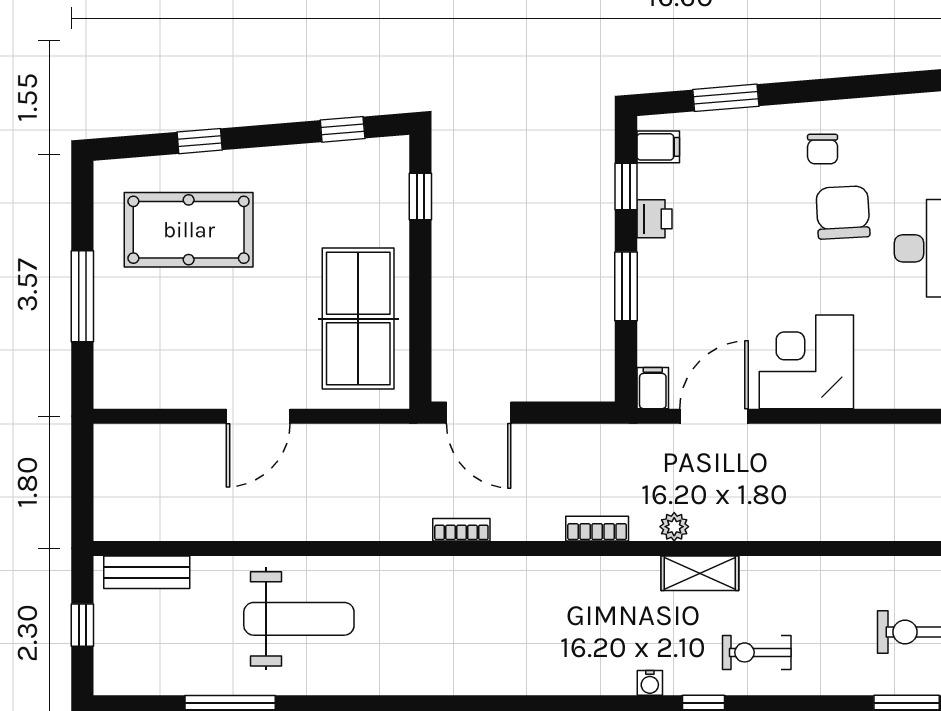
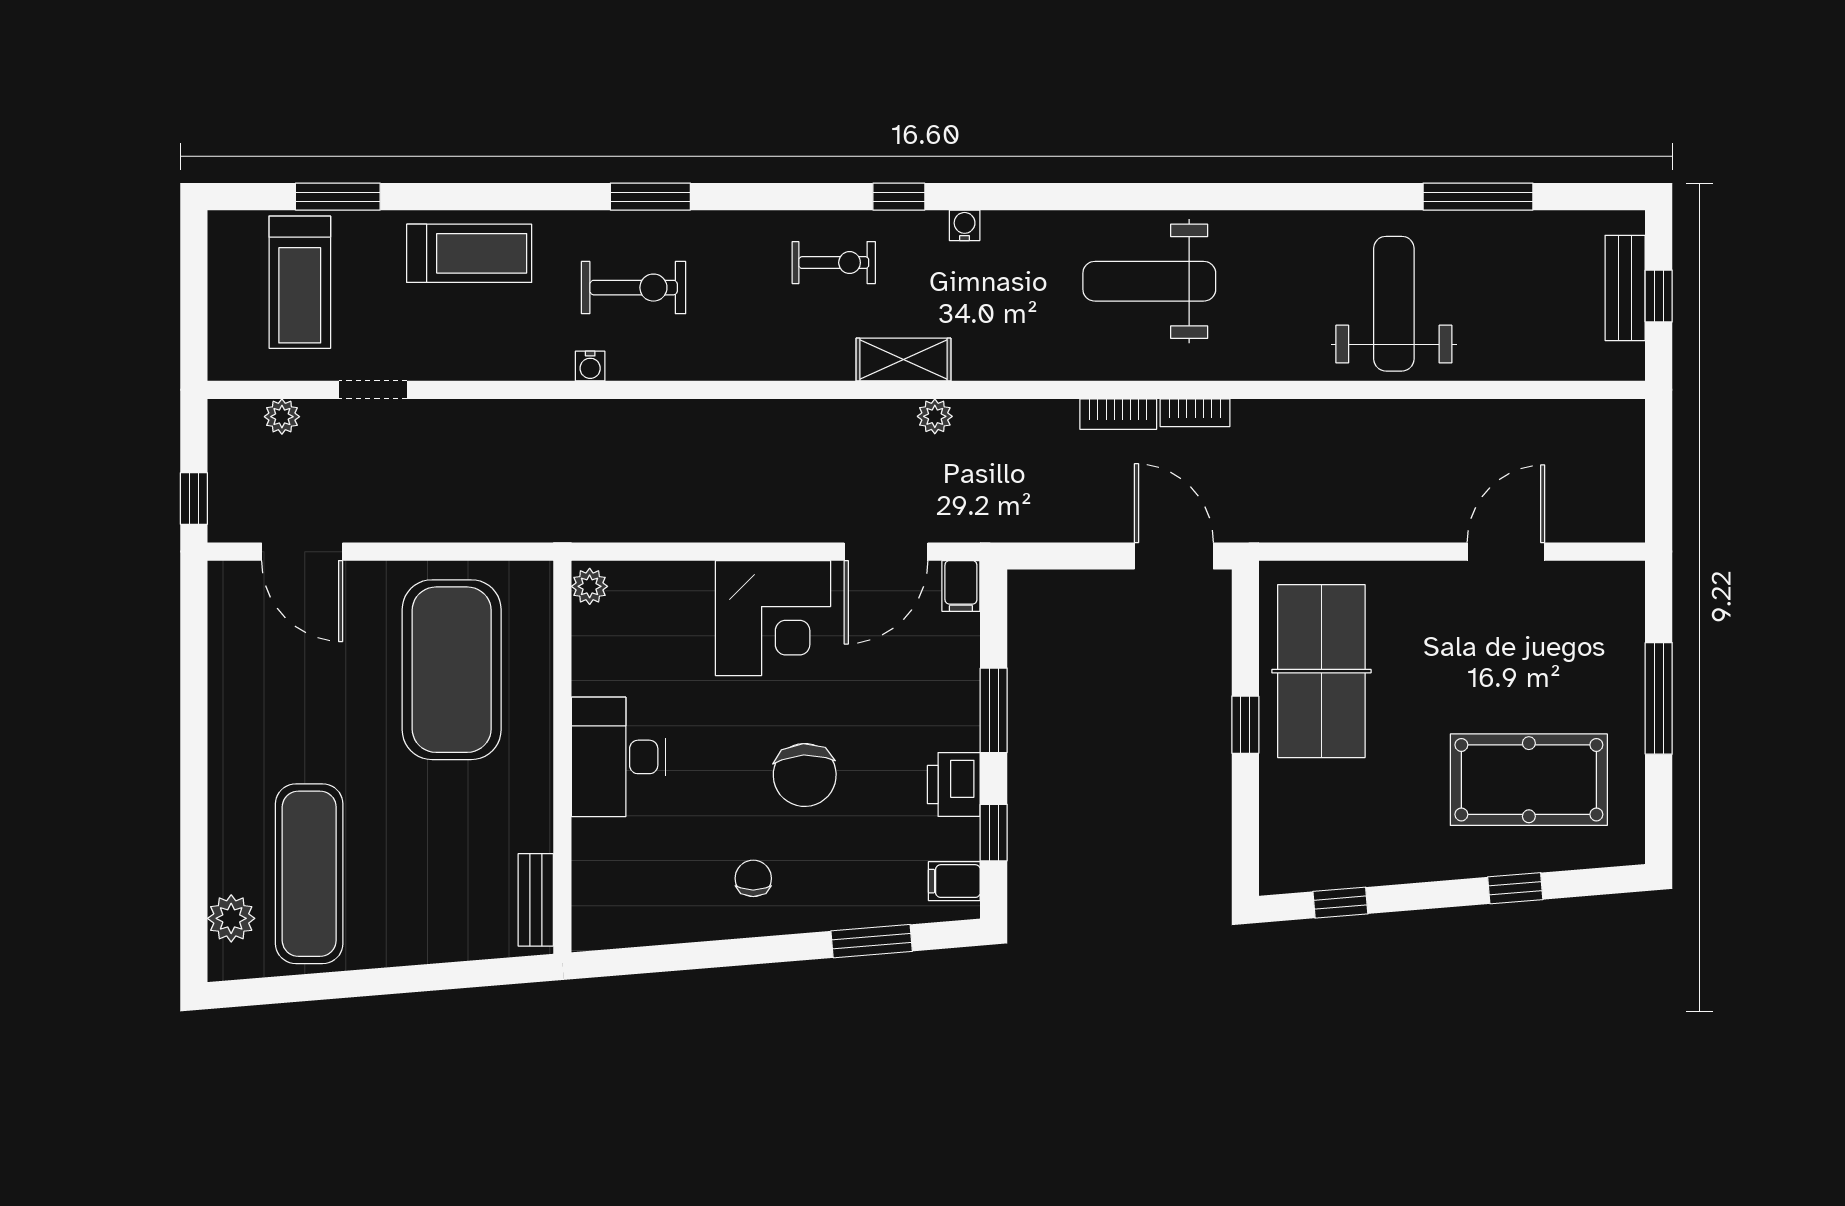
window: (420, 197) -> (1245, 725), moved
chair: (843, 212) -> (805, 775), moved
printer: (654, 219) -> (954, 785), width x1.36, depth x1.24
door: (258, 416) -> (1506, 552), moved
bookcase: (597, 529) -> (1118, 414), moved
bench: (147, 572) -> (1625, 288), moved, turned 90
weight bench: (299, 619) -> (1394, 304), turned 90
weight bench: (499, 637) -> (1149, 281), added

